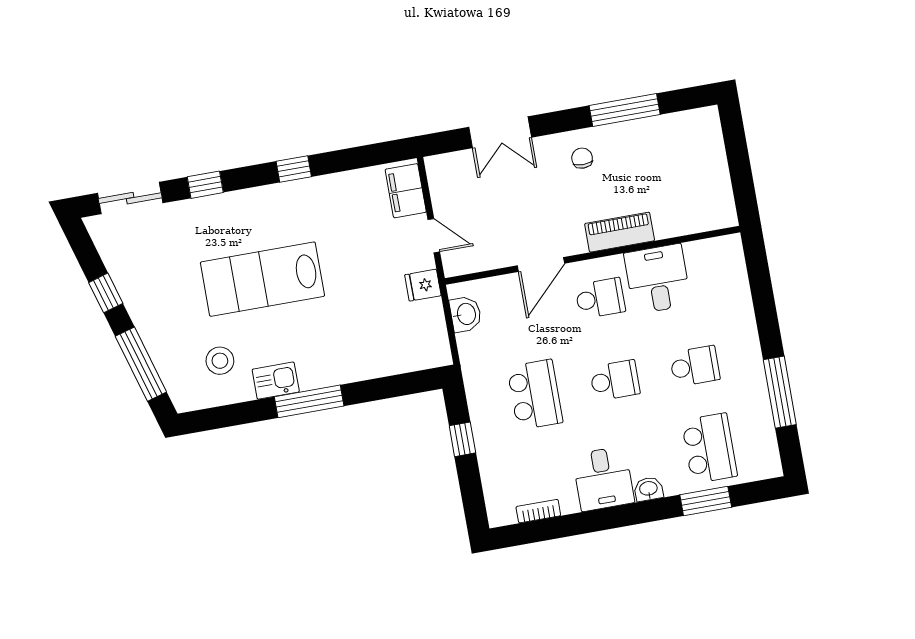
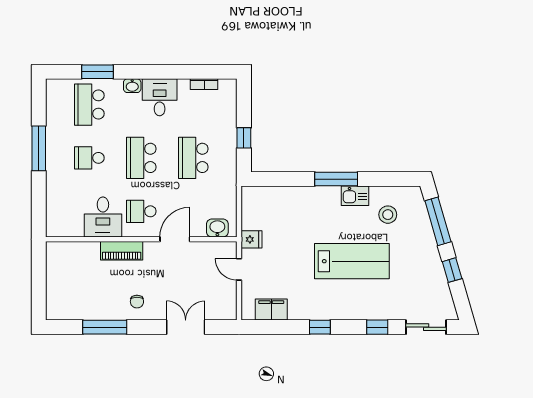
filing cabinet: (406, 191) -> (271, 310), moved, turned -90
washbasin: (466, 314) -> (217, 228), moved, turned 90
school desk: (615, 380) -> (141, 158), width x1.85
window: (780, 392) -> (39, 148), moved

